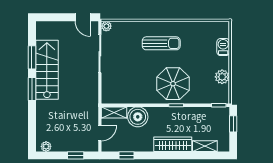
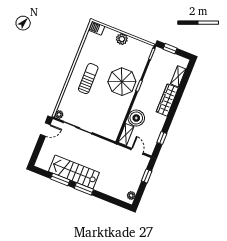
barbecue: (223, 47) -> (97, 28), moved
plant: (222, 77) -> (122, 39), moved

